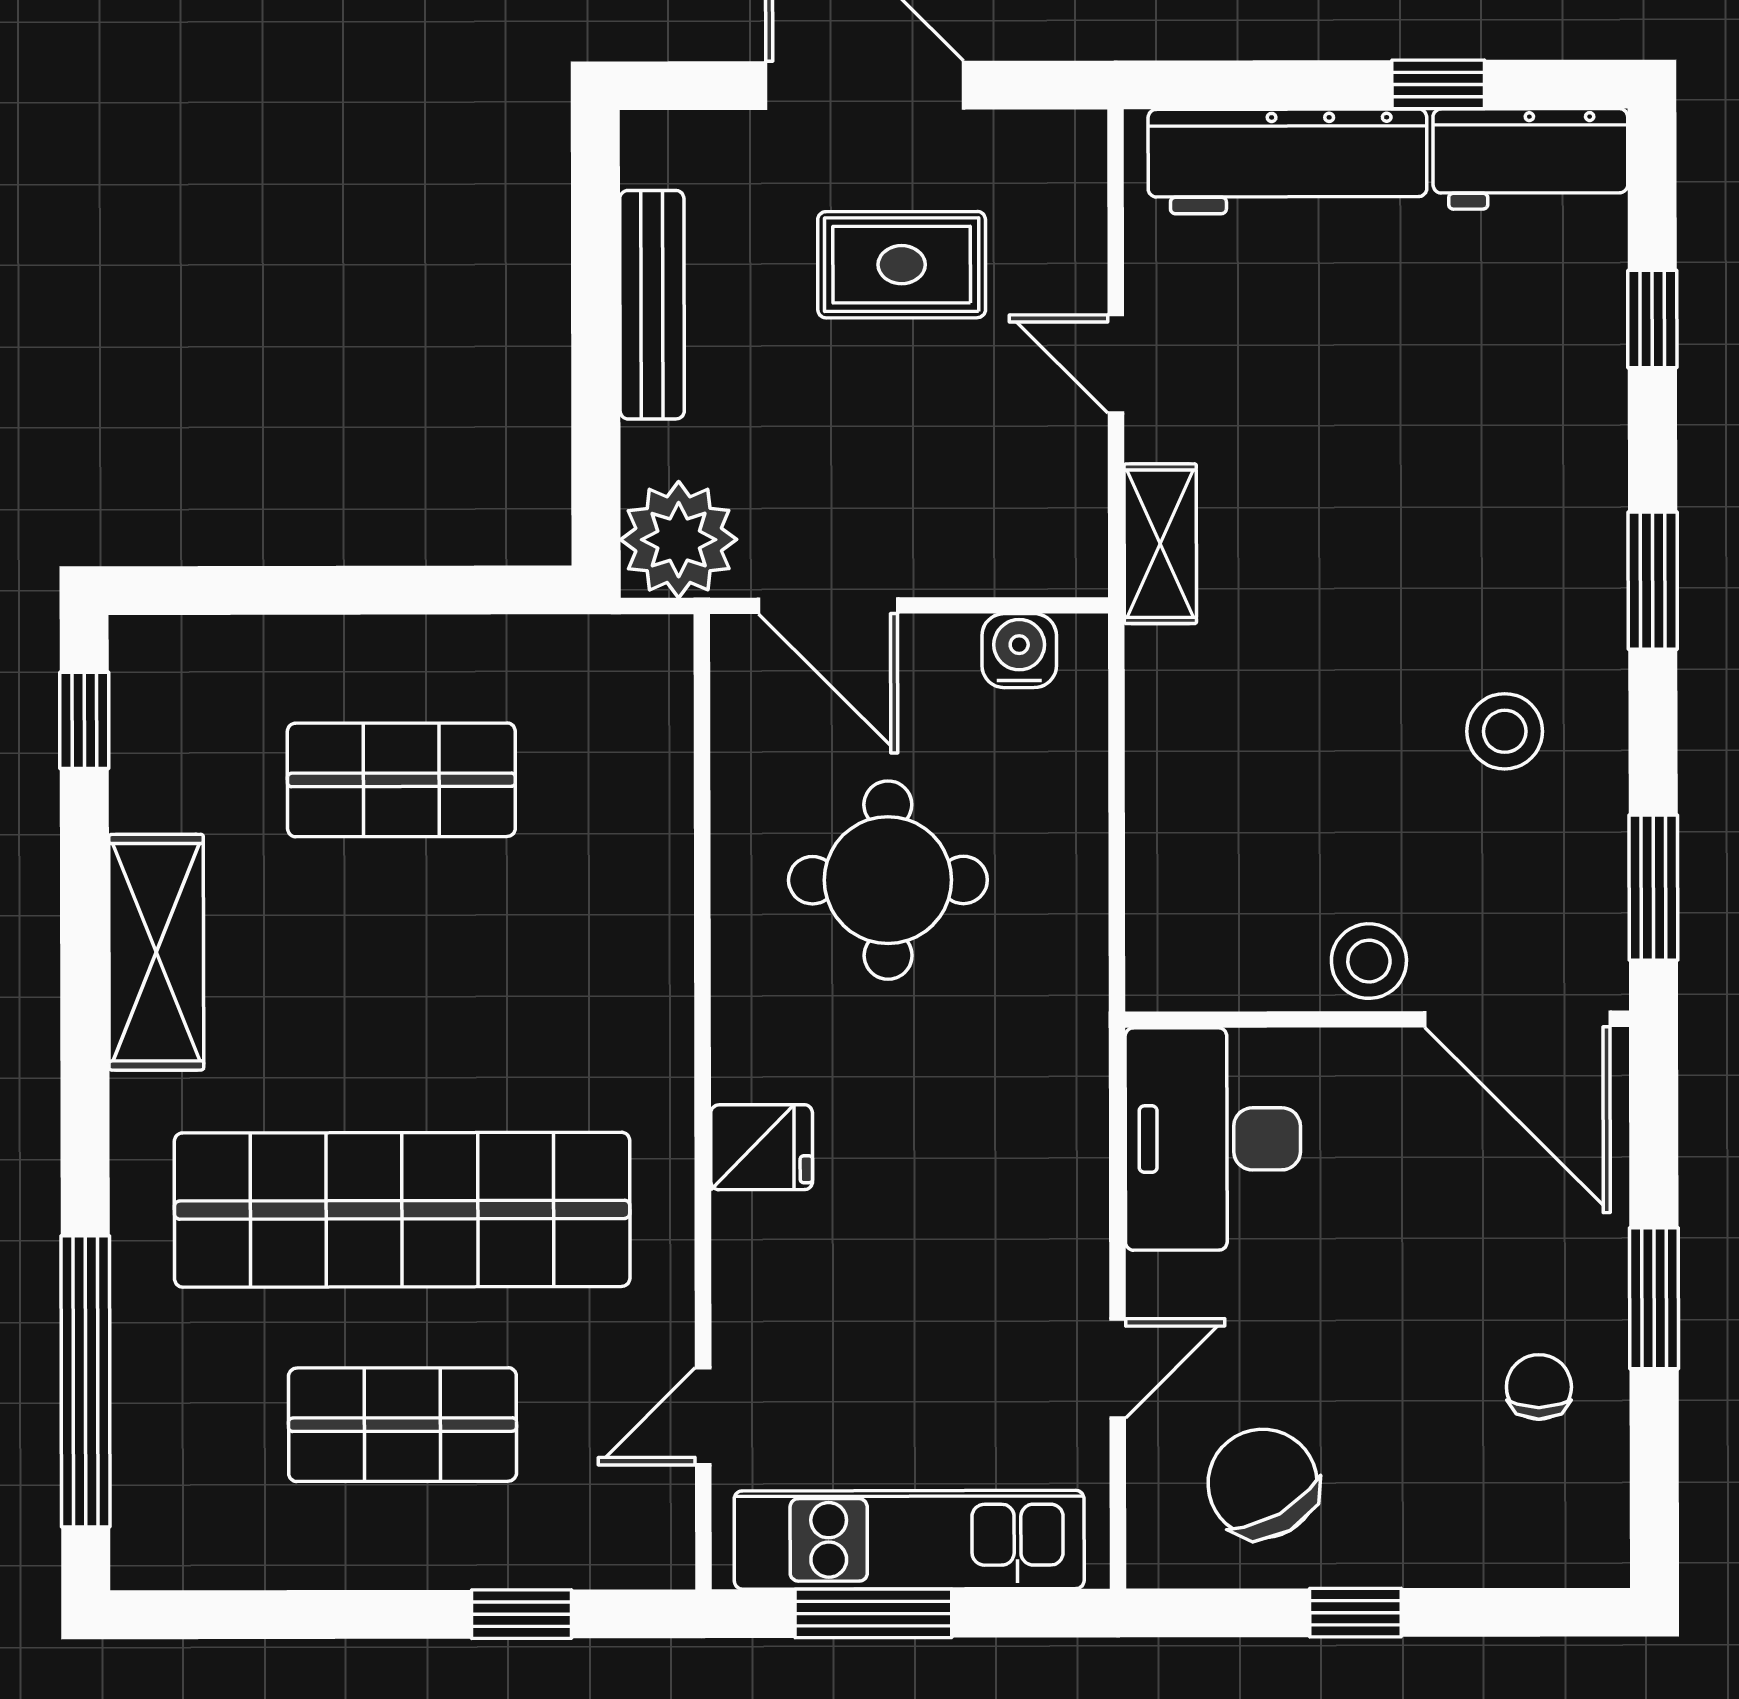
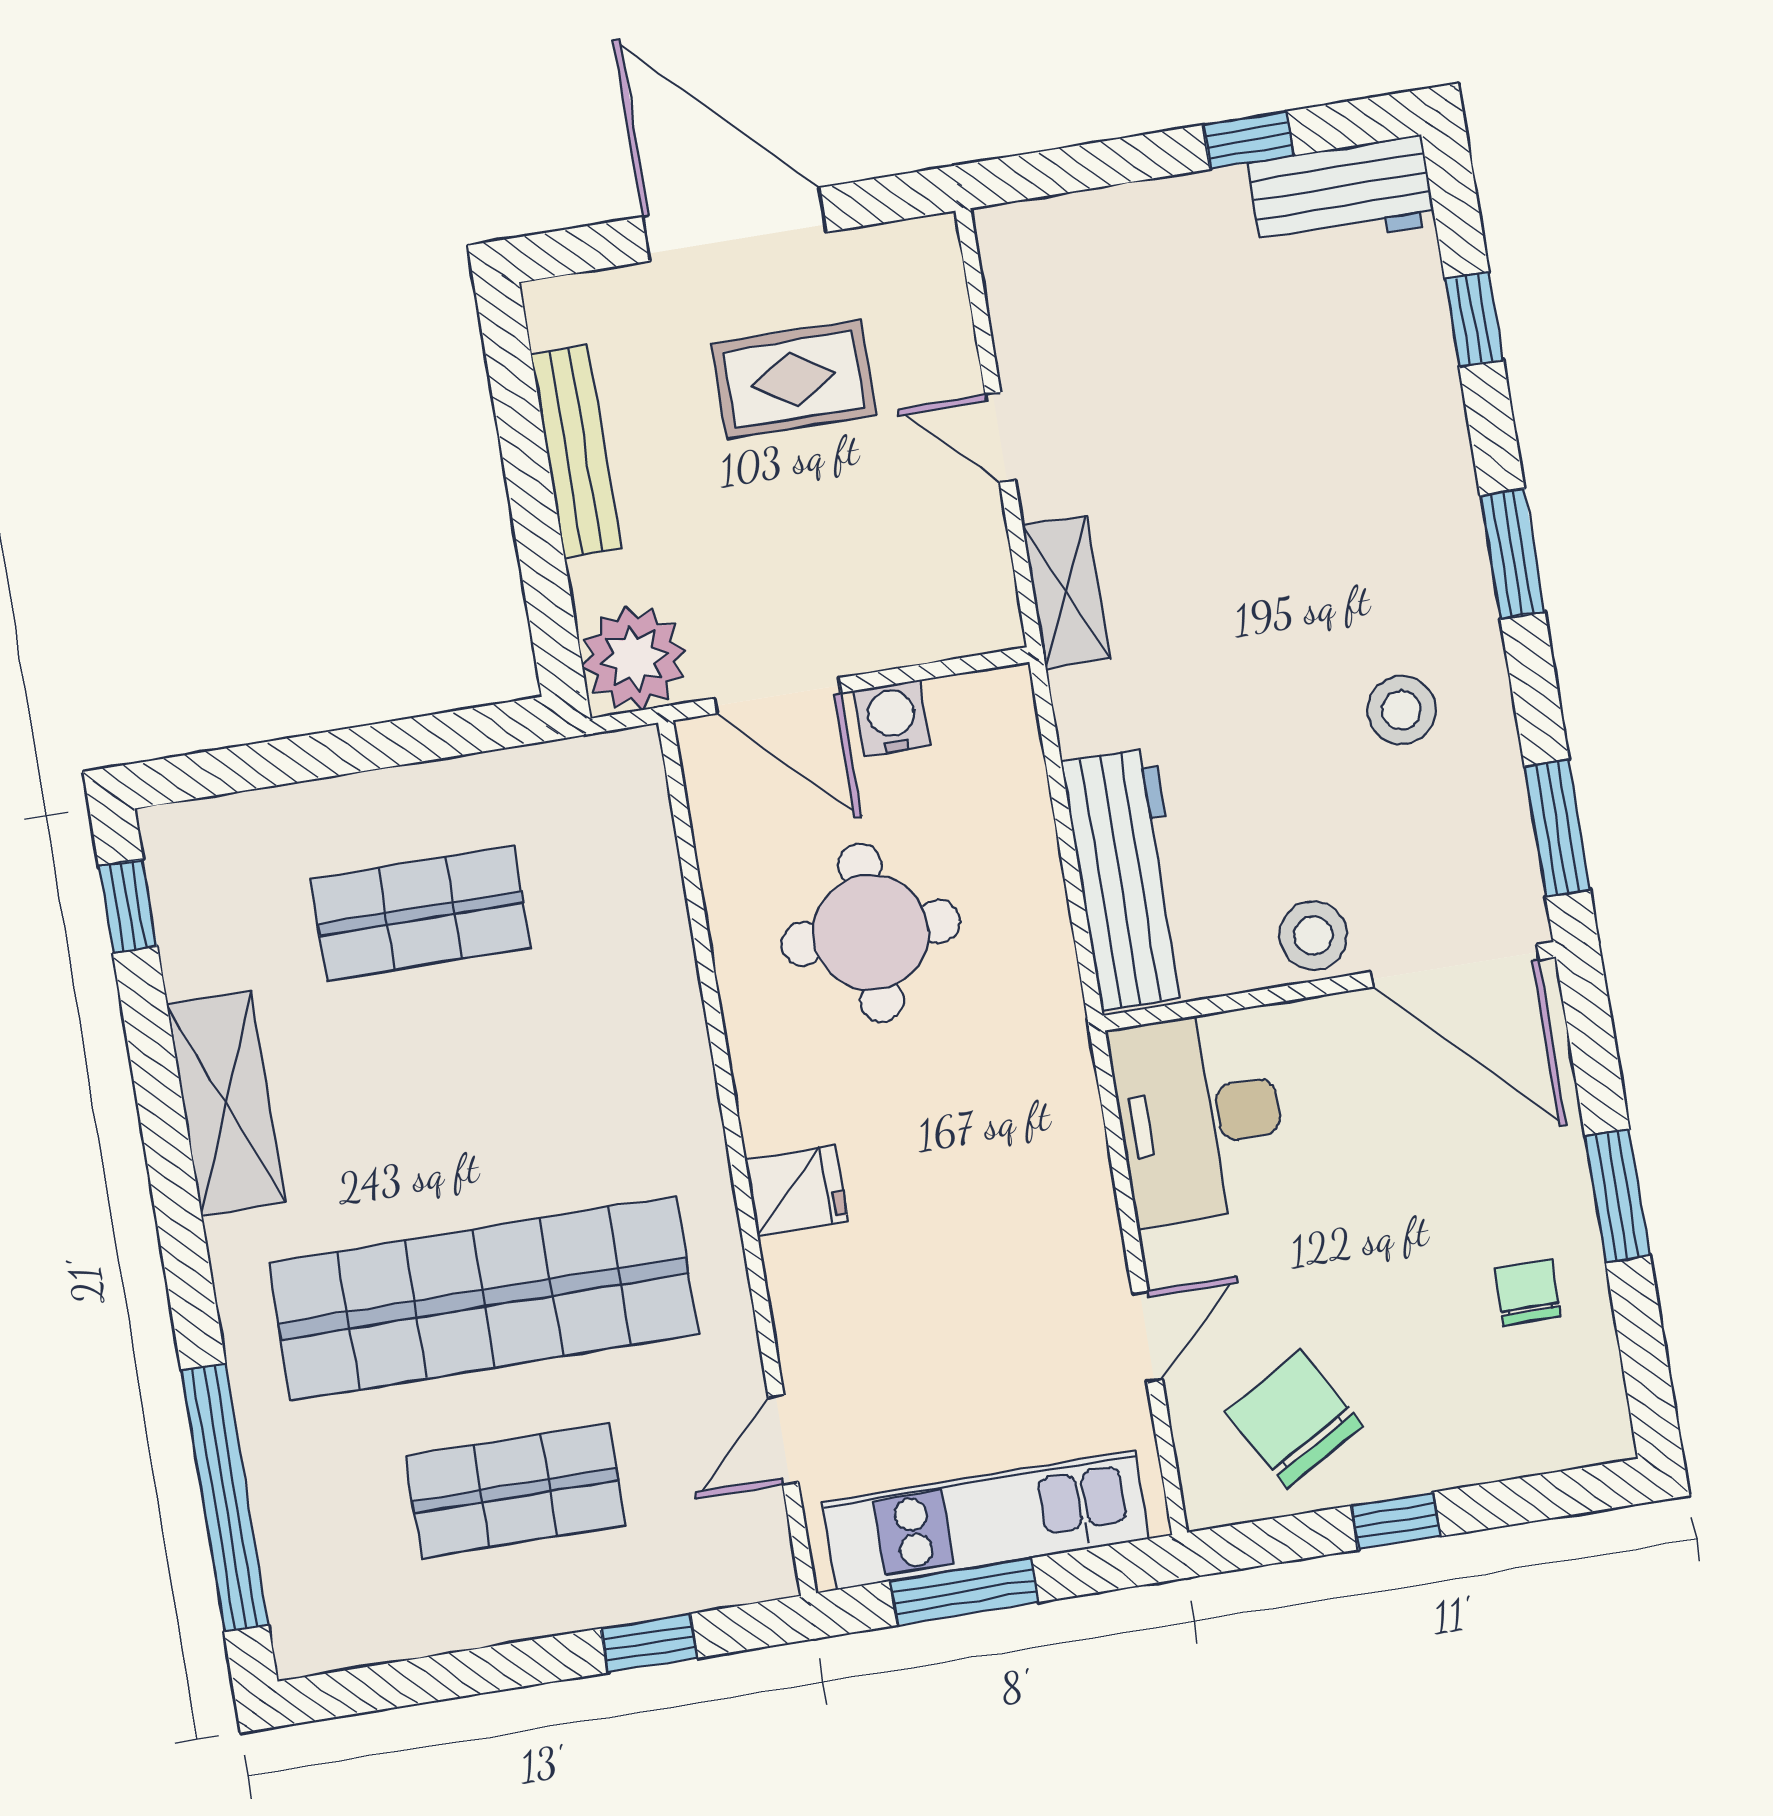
workbench: (1287, 161) -> (1128, 879), moved, turned -90
water cooler: (1019, 651) -> (892, 718), moved

